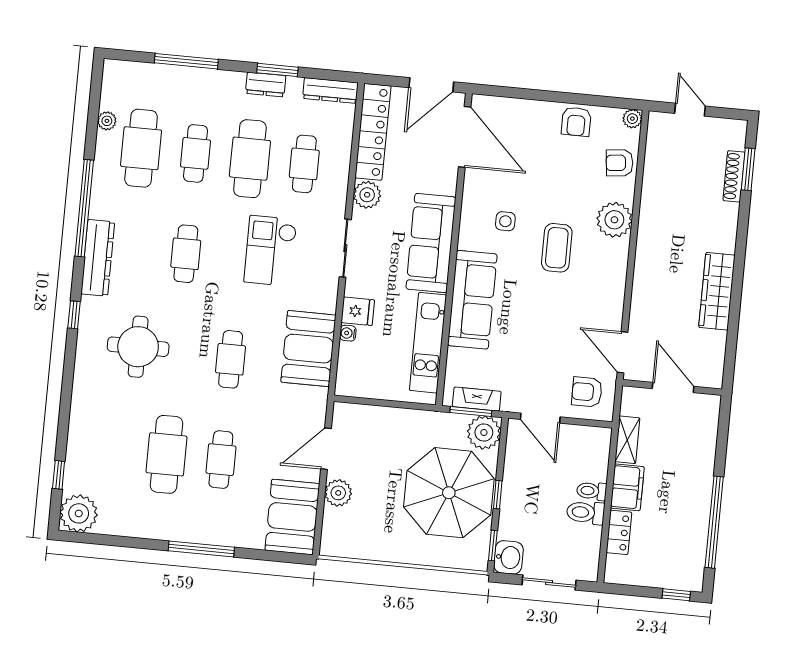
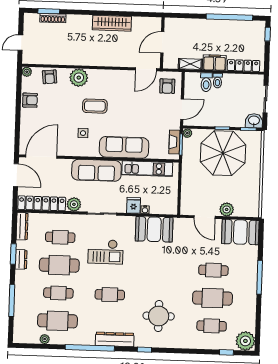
cafe table: (231, 359) -> (212, 326), moved
plant: (484, 433) -> (187, 133), width x0.53, depth x0.53
toilet: (586, 513) -> (206, 82), moved
locker: (619, 532) -> (244, 66), width x1.53

